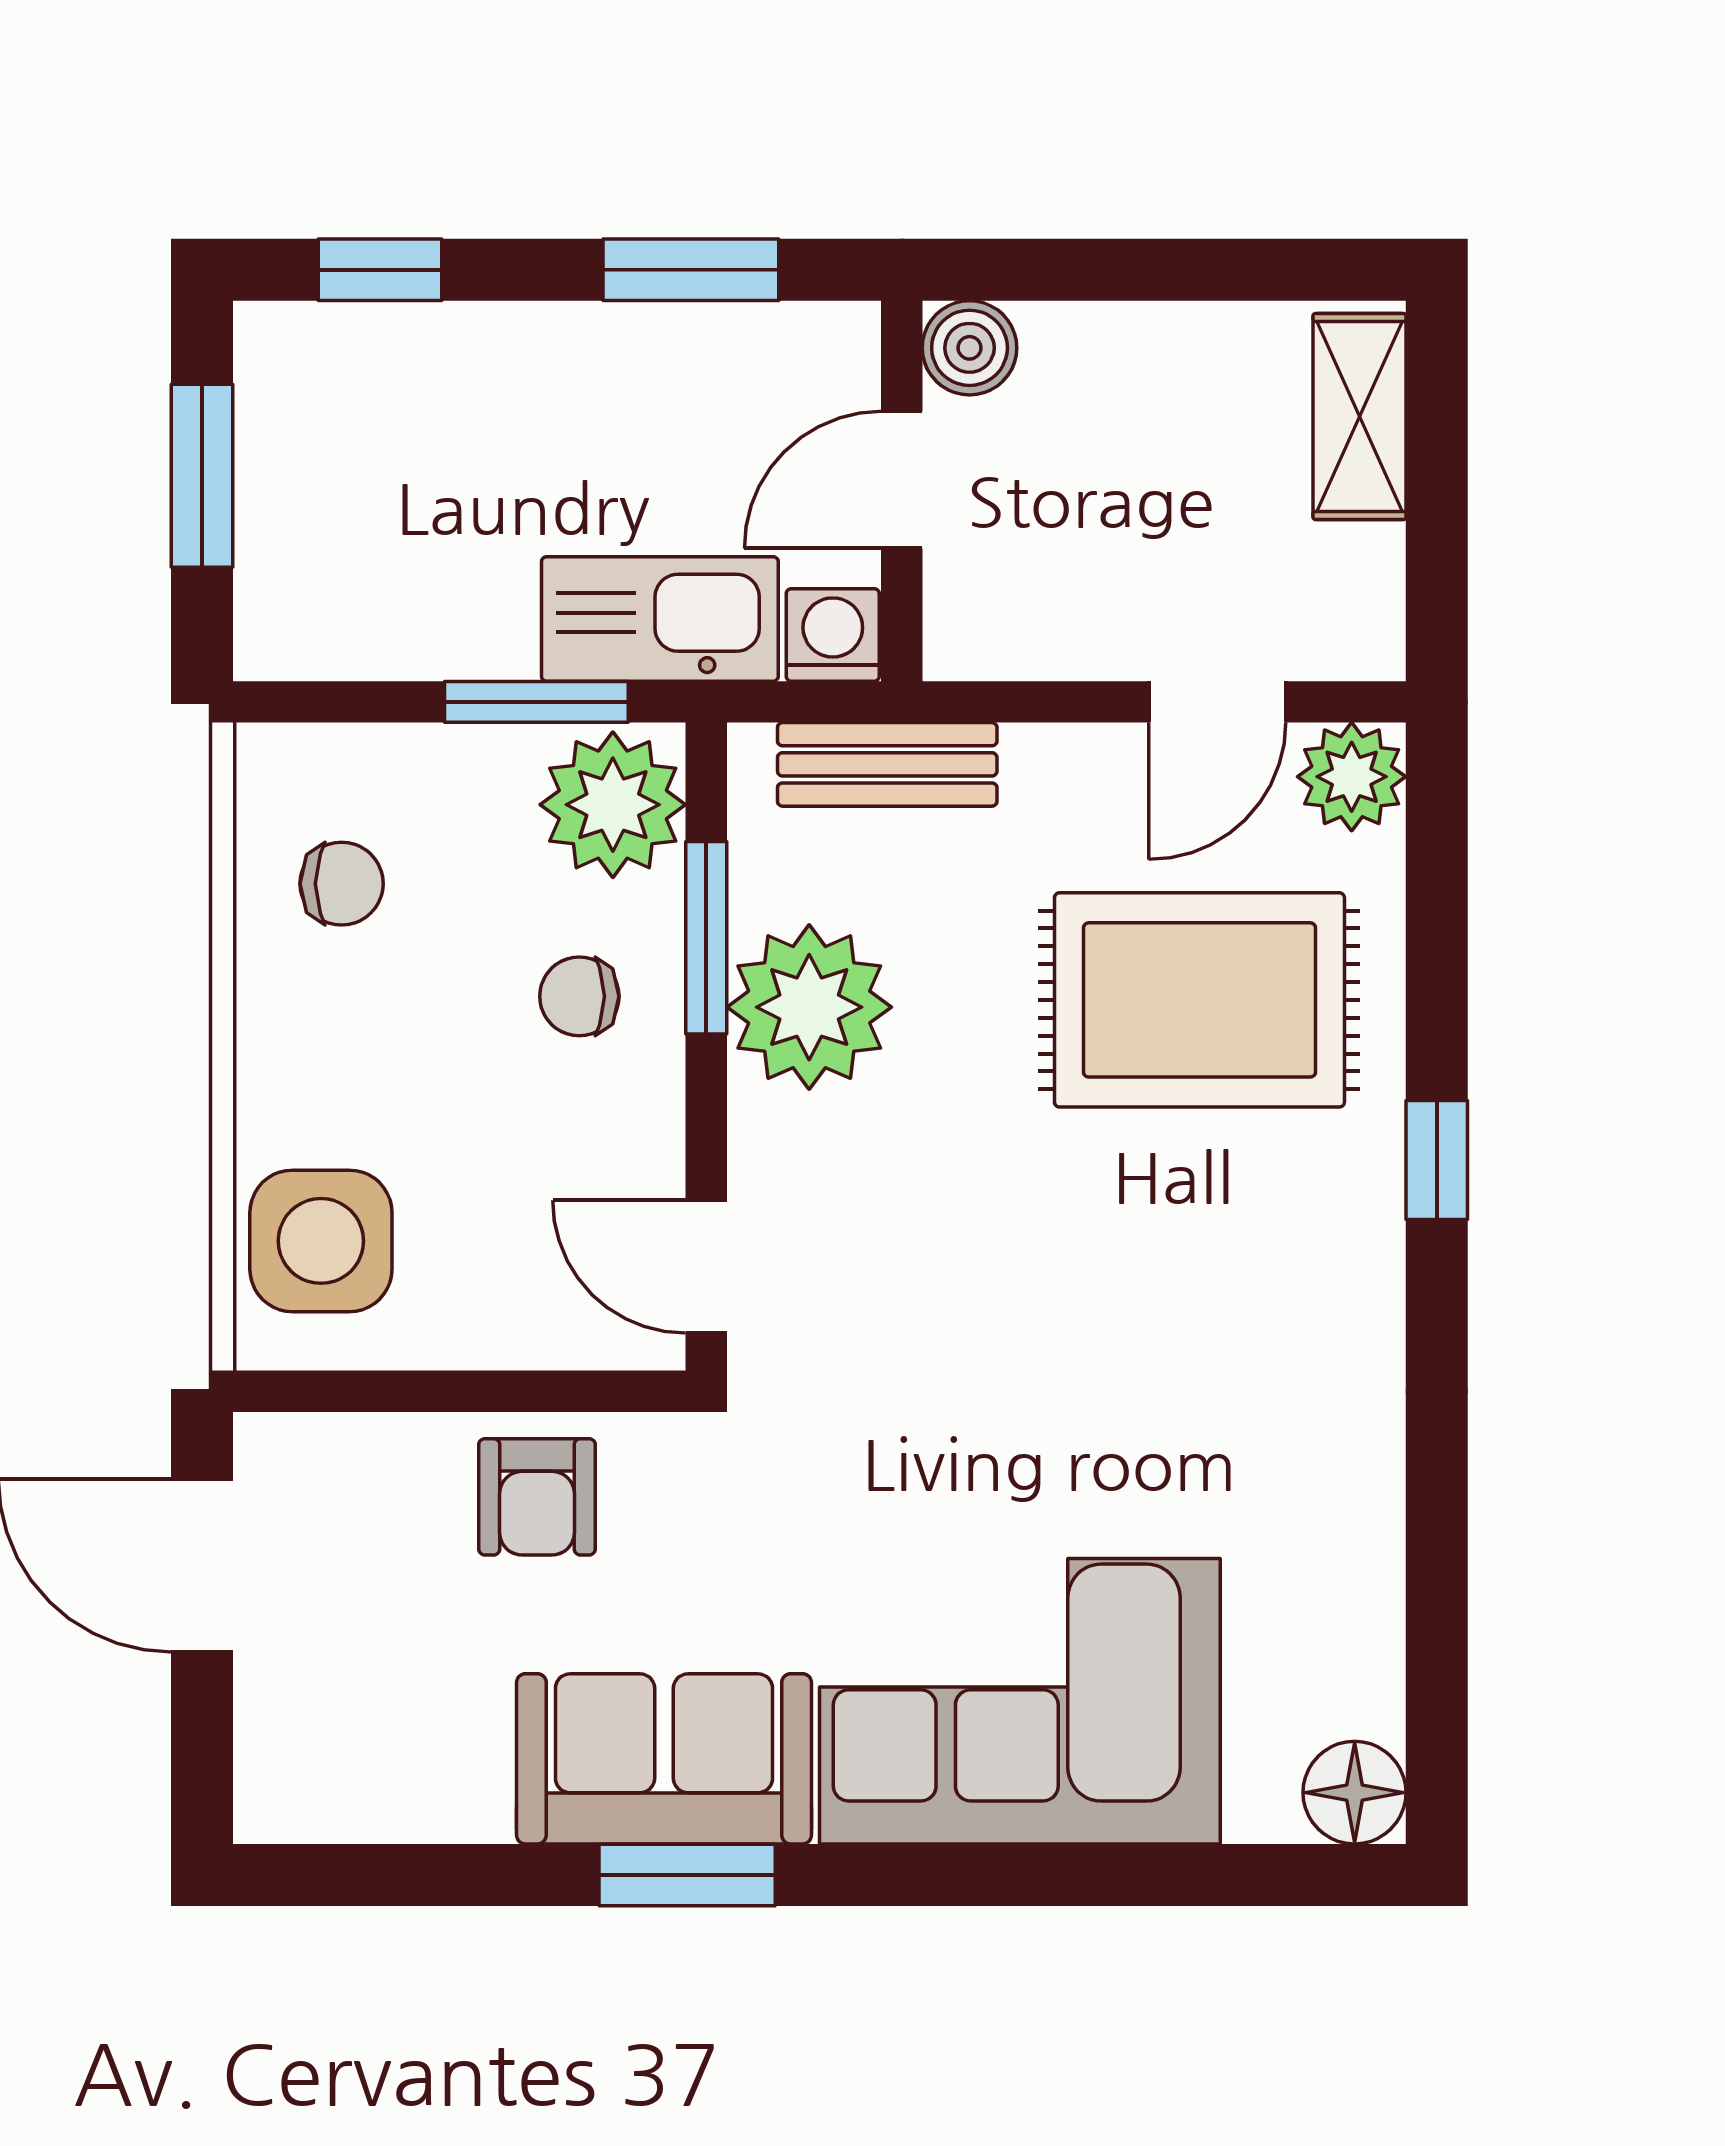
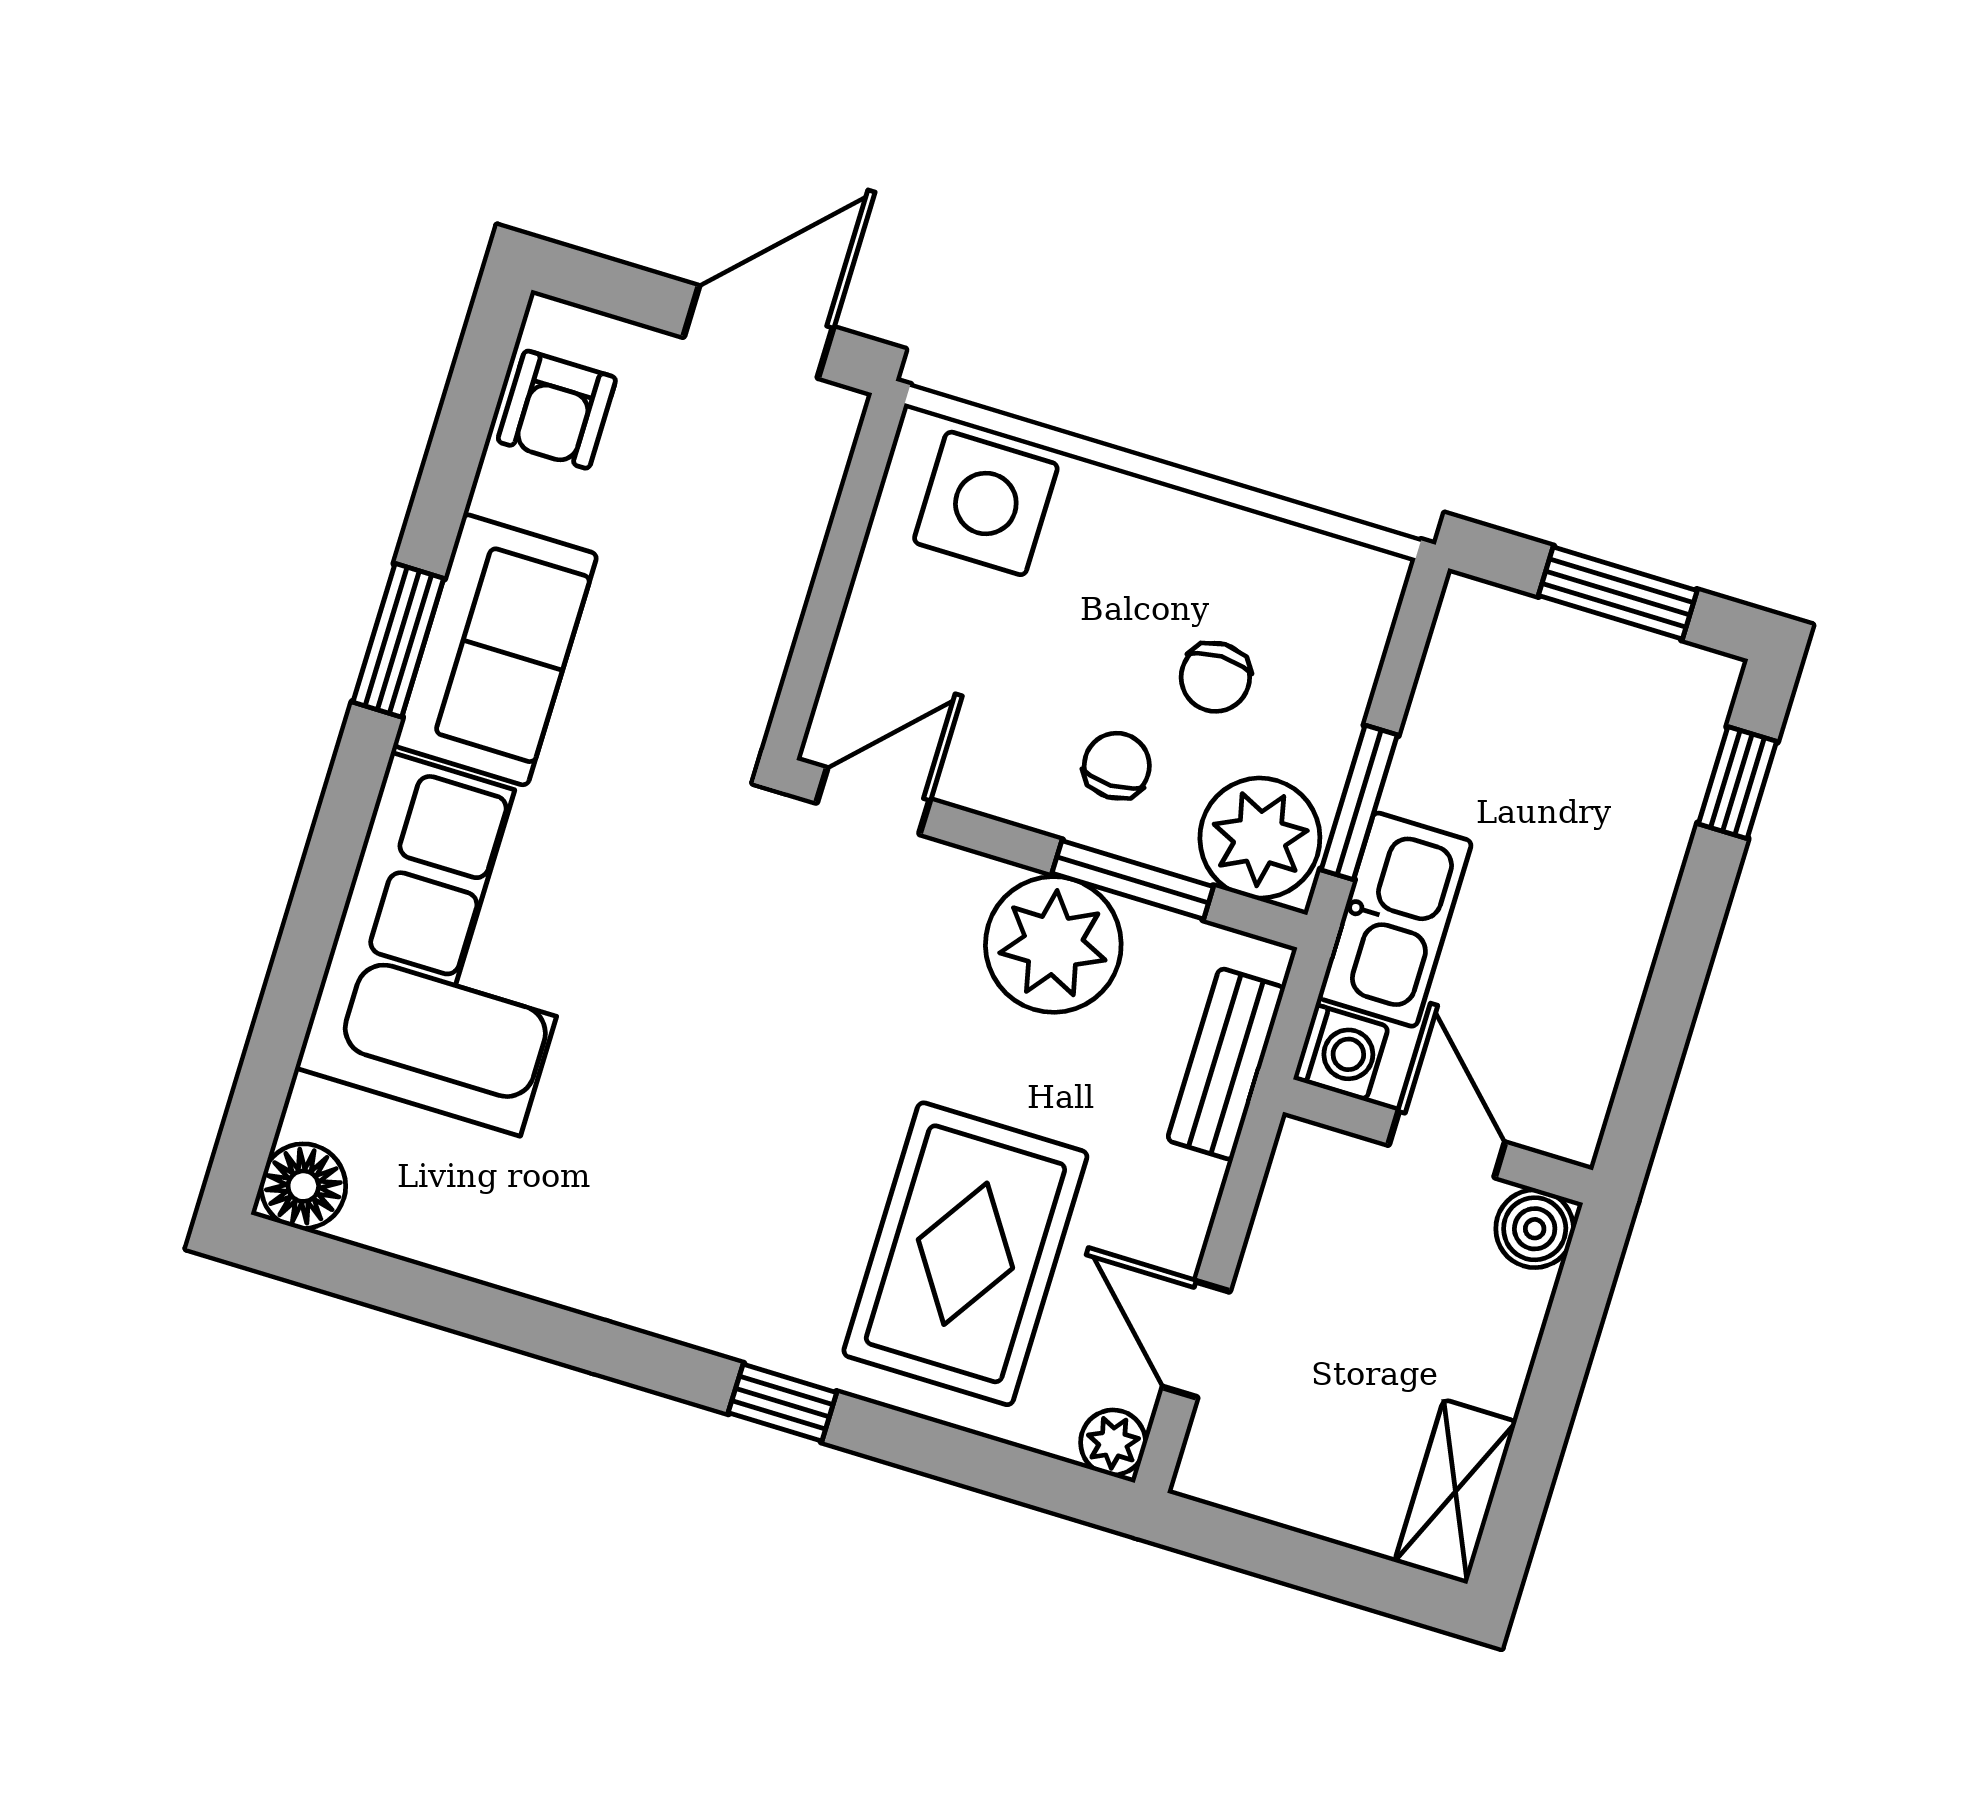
window: (691, 270) -> (1663, 1028), removed
shelving: (1360, 417) -> (1455, 1492), moved, turned 90
plant: (1352, 777) -> (1113, 1442), width x0.73, depth x0.73
chair: (342, 884) -> (1215, 677), moved
armchair: (537, 1497) -> (557, 410), moved, turned -90

